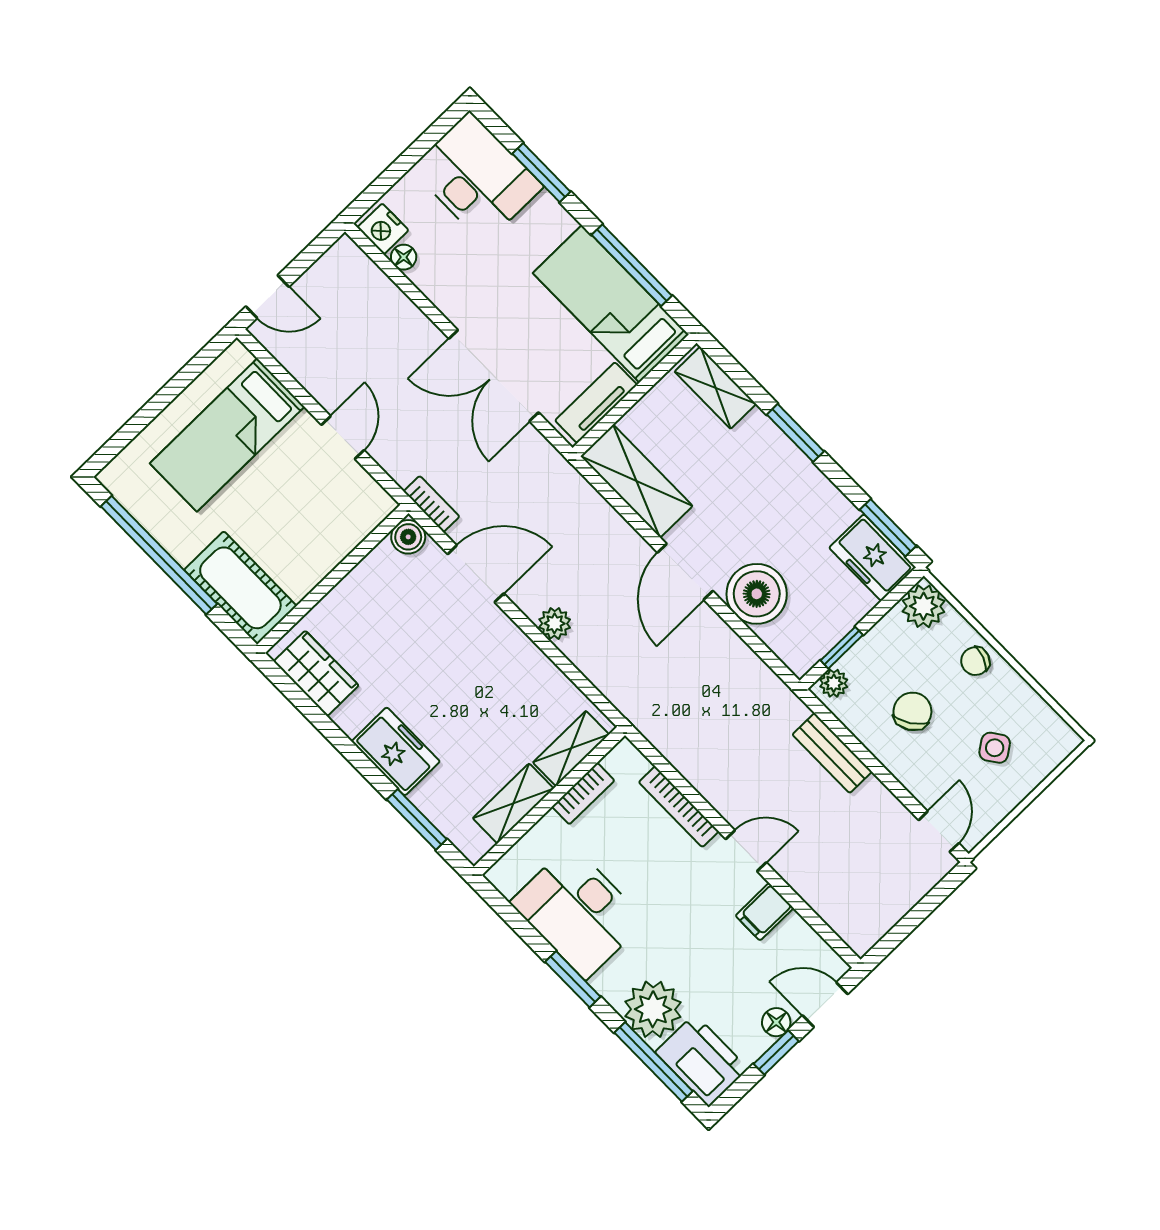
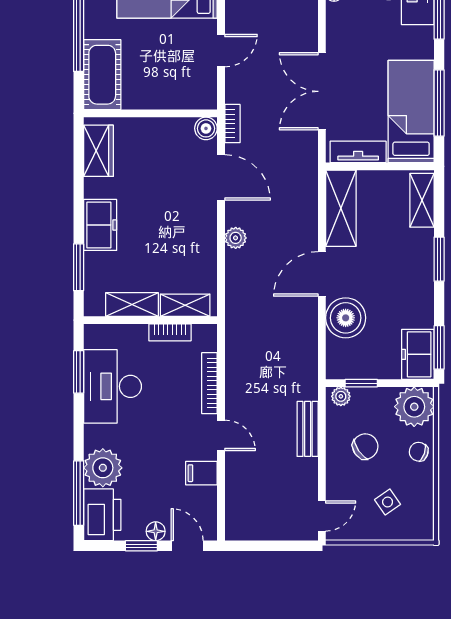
plant: (924, 606) -> (414, 407), width x1.36, depth x1.36
window: (573, 979) -> (79, 372), moved

